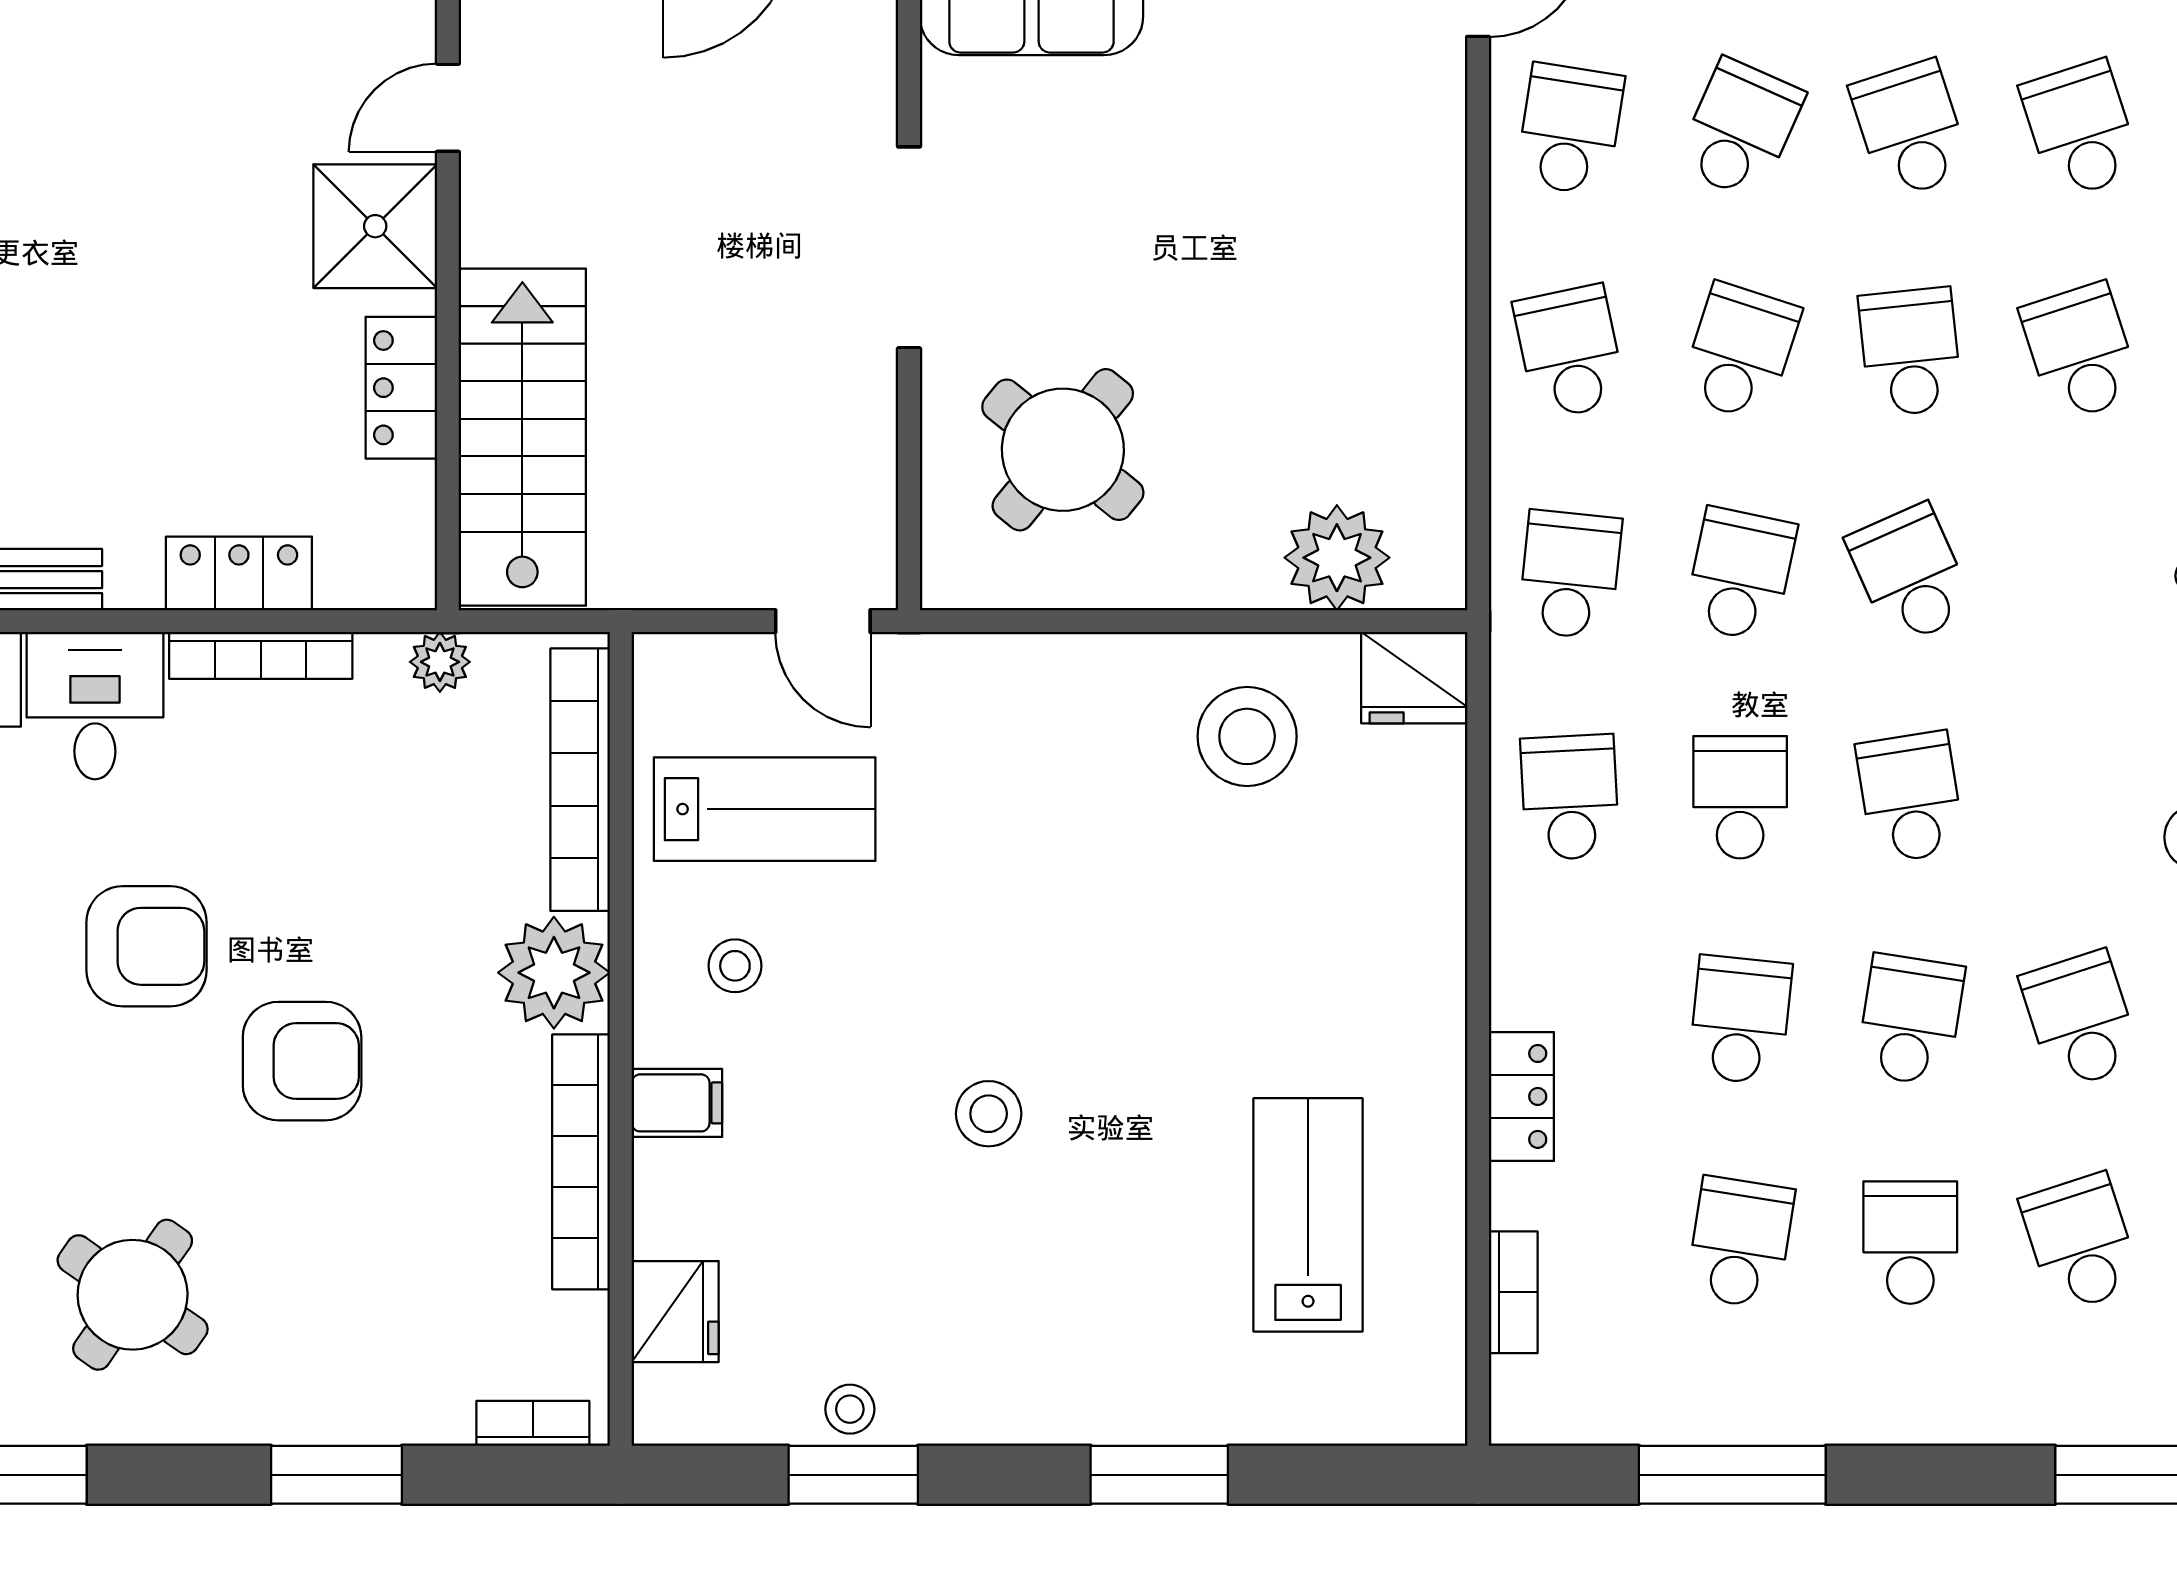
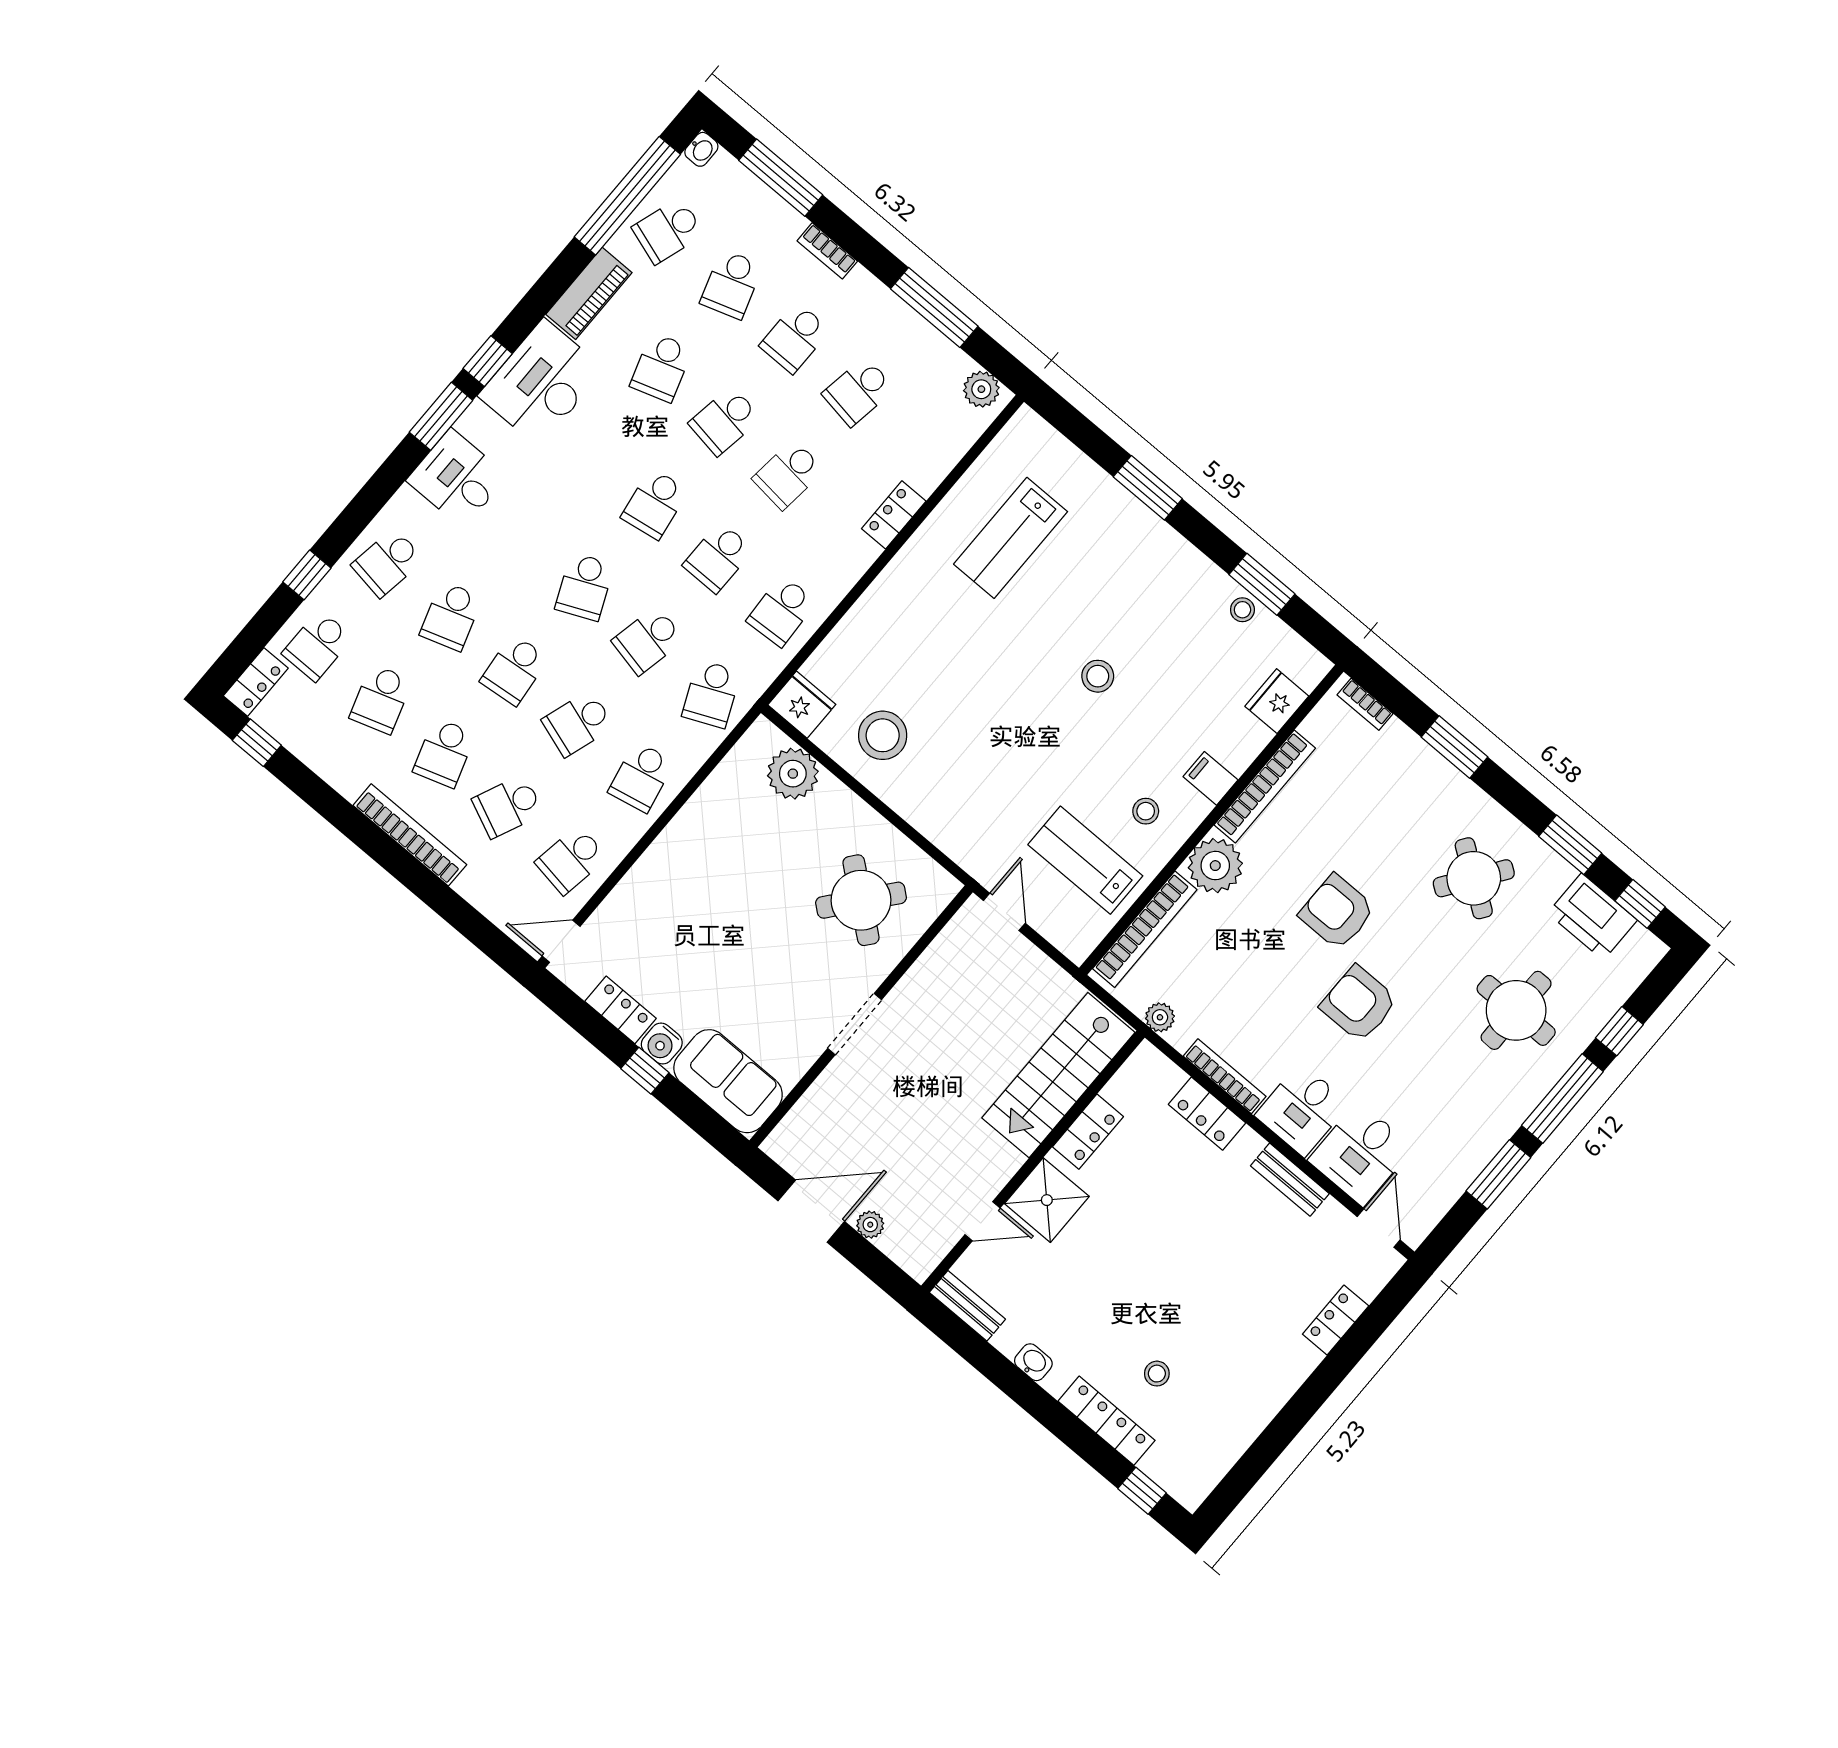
doorway: (909, 247) -> (855, 1024), width x0.73
school desk: (1570, 575) -> (711, 694), turned -30
bookcase: (1513, 1292) -> (827, 251), moved, turned -90
plant: (1550, 1409) -> (981, 389), added

